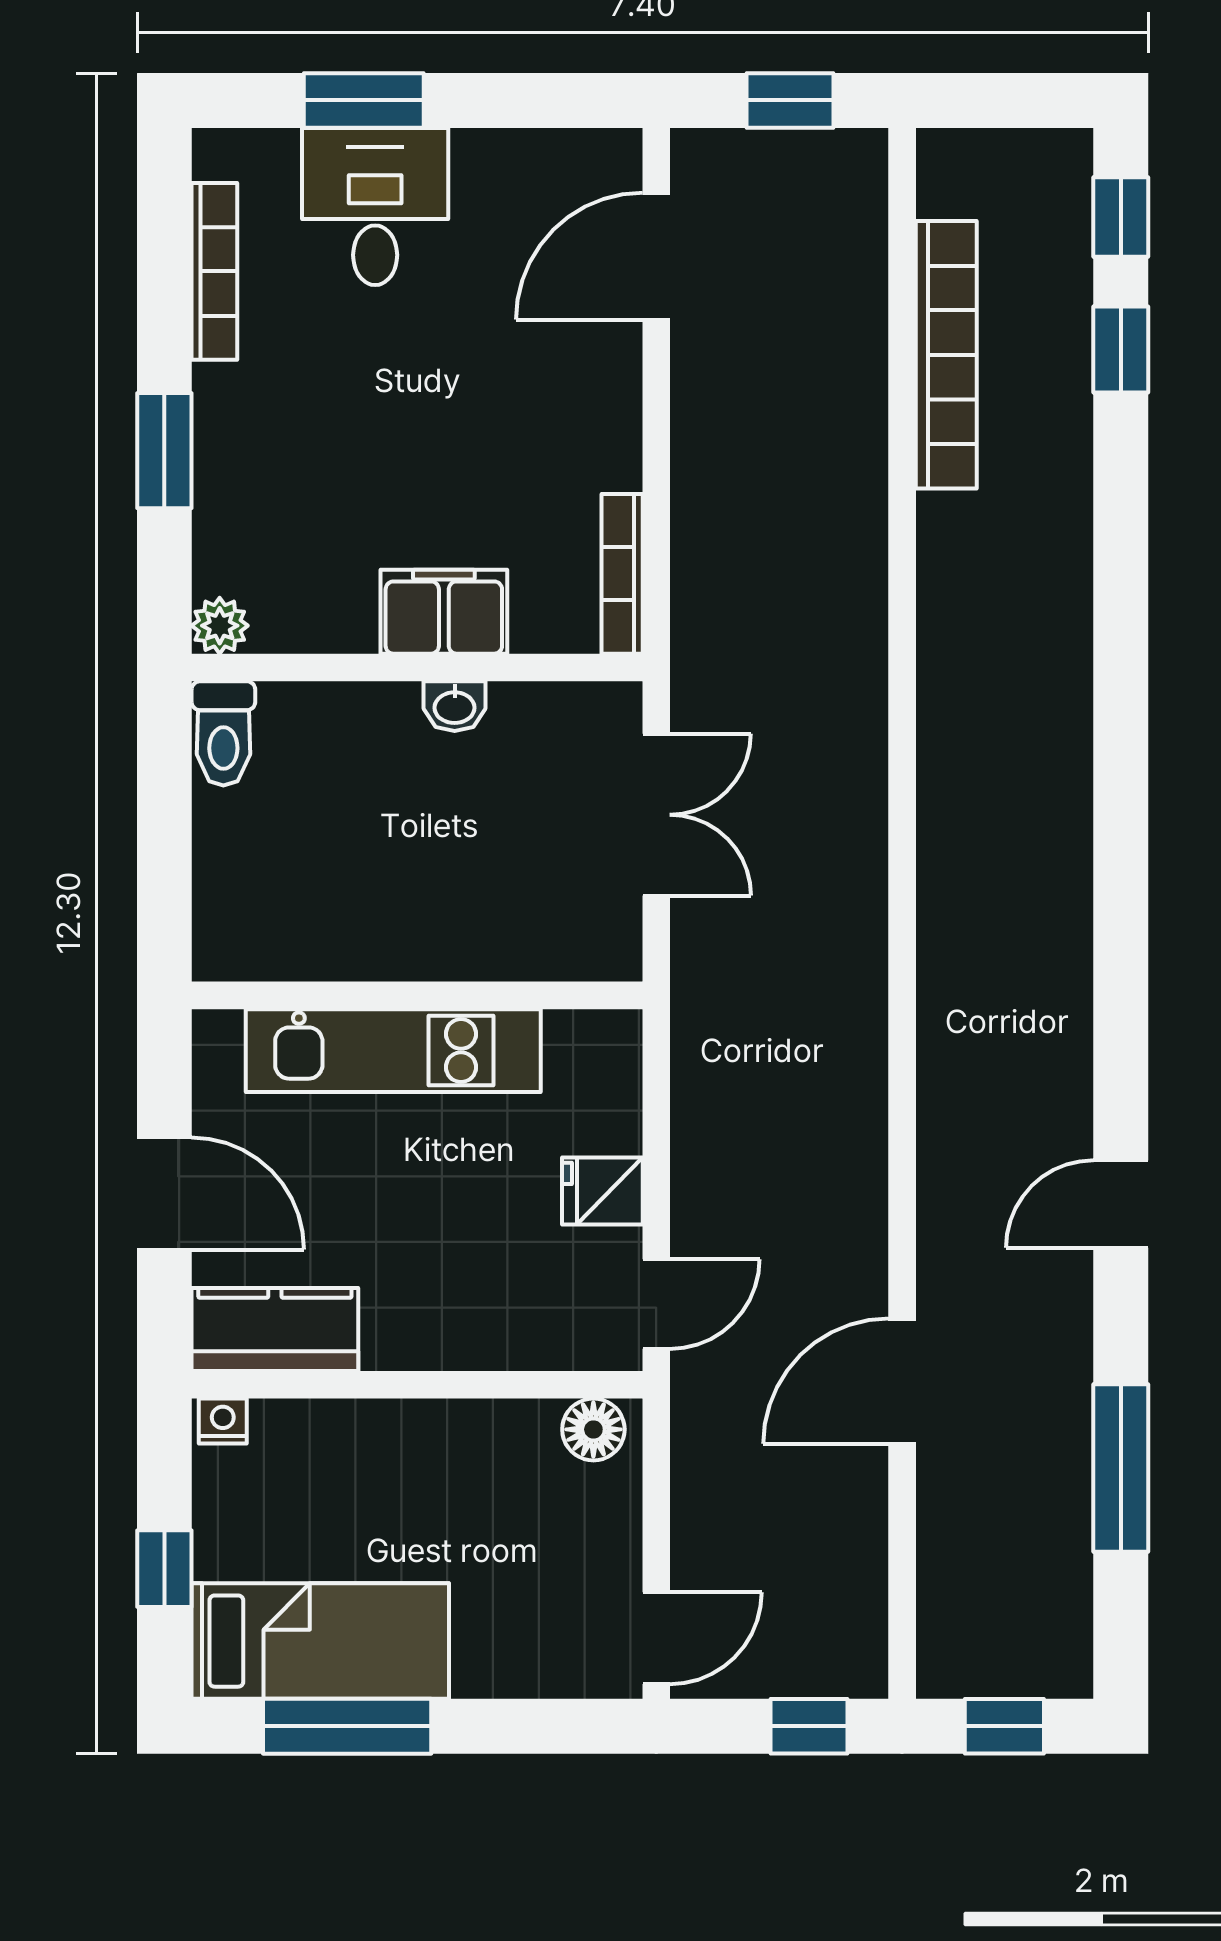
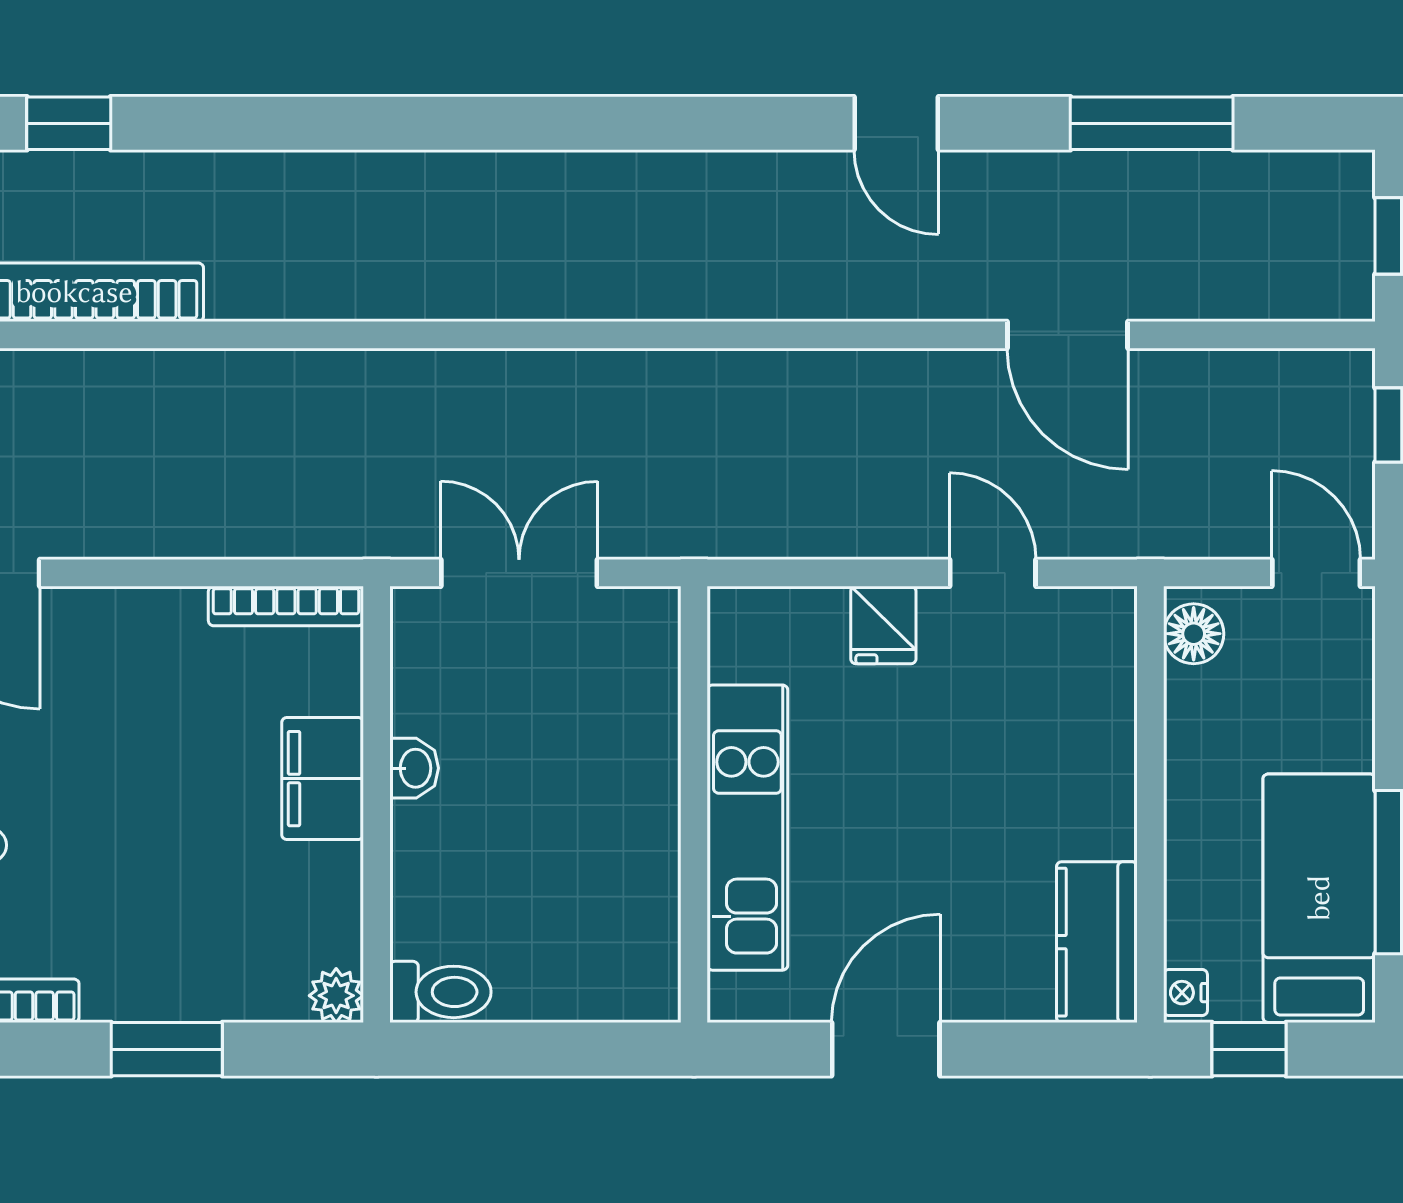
kitchen counter: (275, 1329) -> (1097, 942), moved
wall: (417, 1385) -> (1150, 804), moved
nightstand: (223, 1421) -> (1185, 993), moved
floor lamp: (593, 1429) -> (1194, 634), moved

